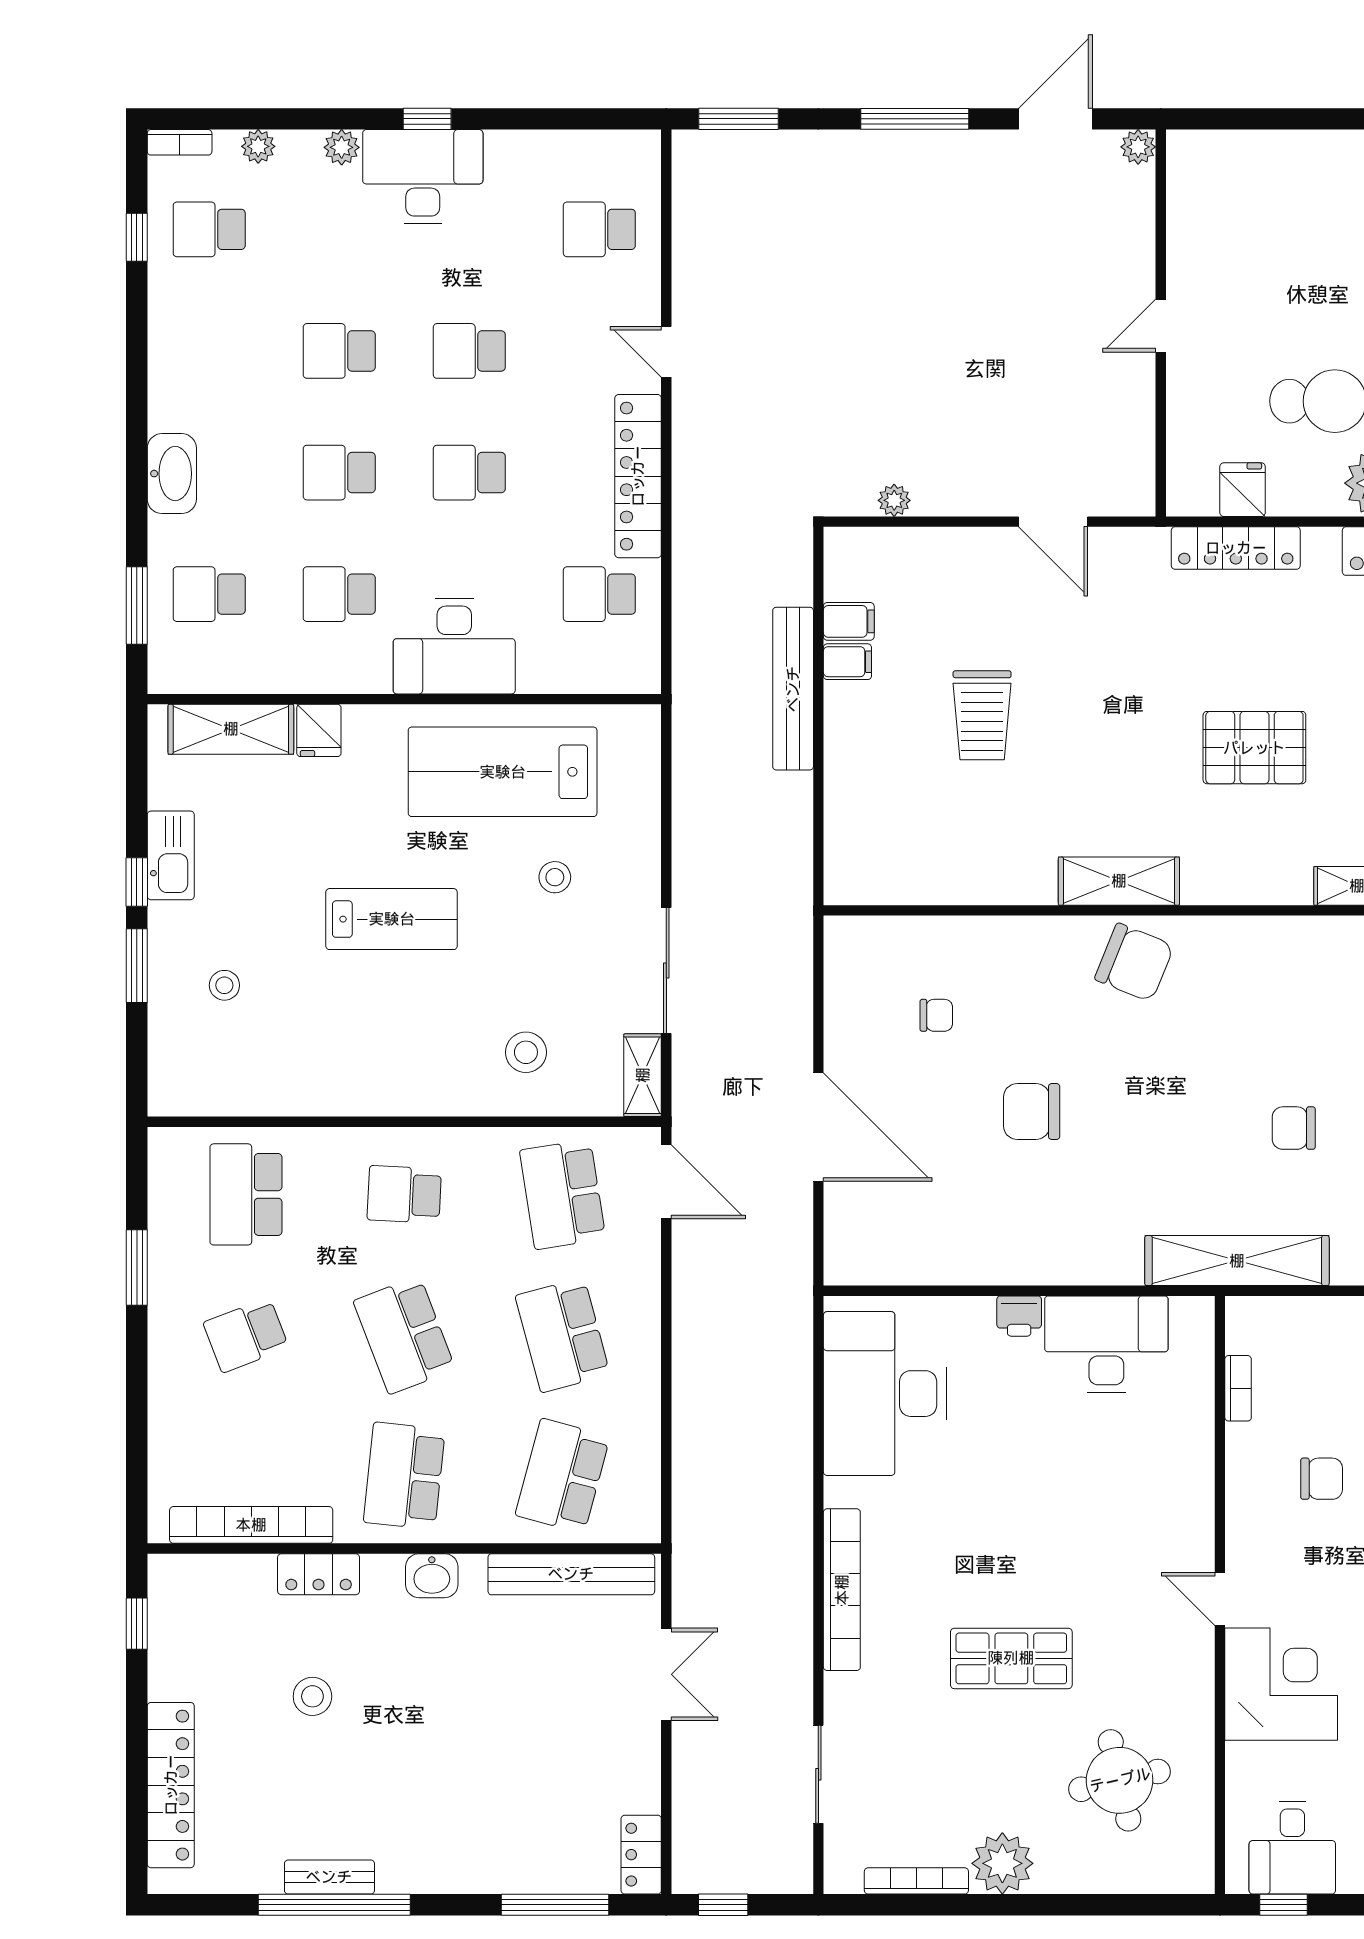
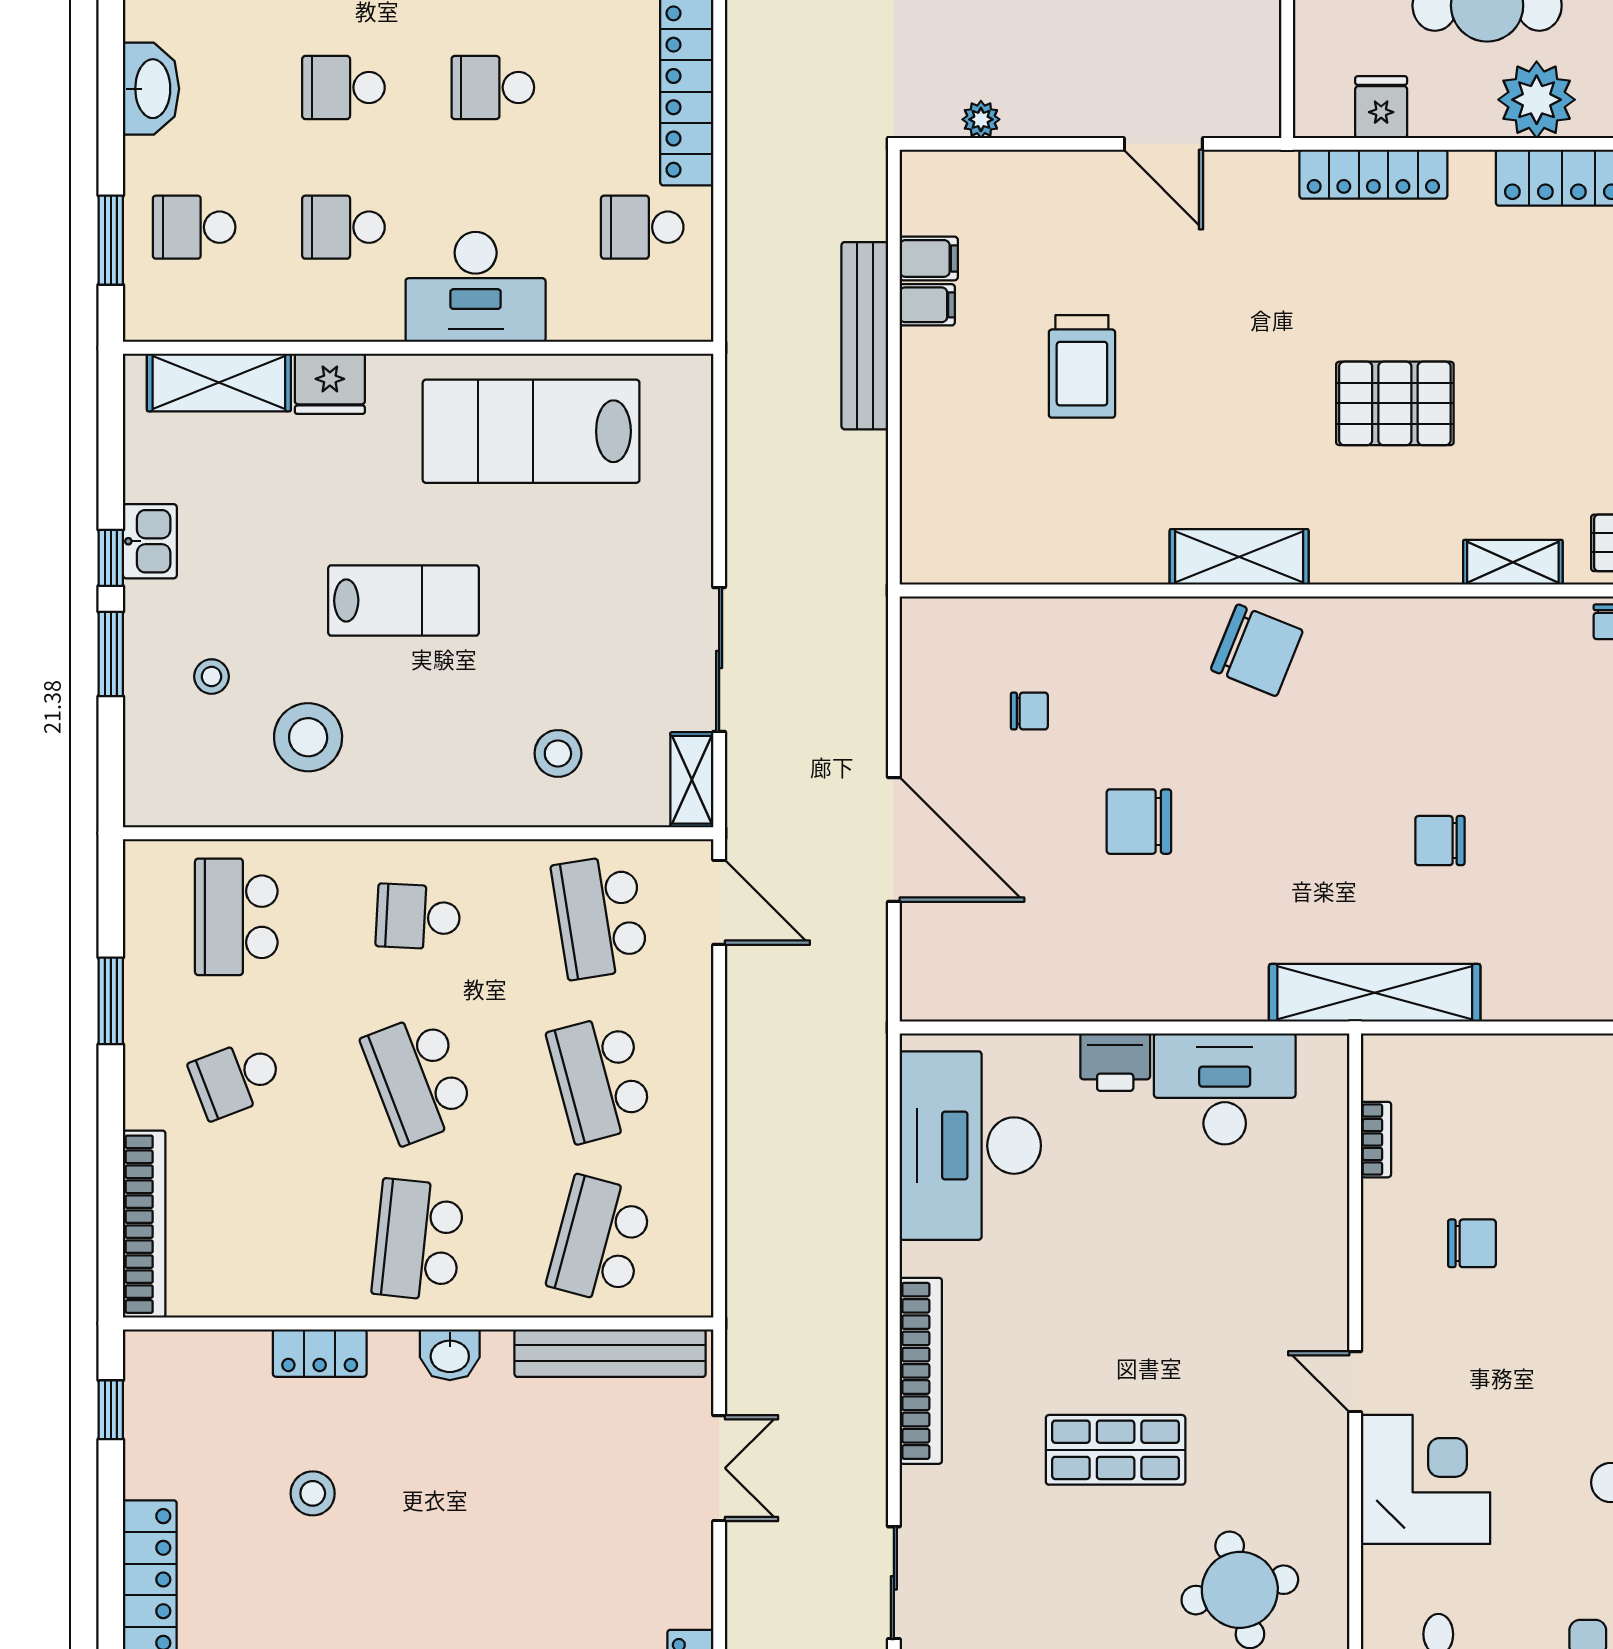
fridge: (319, 730) -> (330, 384), width x1.38
kitchen sink: (171, 855) -> (150, 541), width x0.73
stool: (555, 877) -> (308, 737), moved, width x1.89, depth x1.89
printer: (1019, 1316) -> (1115, 1062), width x1.36, depth x1.24
bookcase: (251, 1525) -> (144, 1224), moved, turned 90

